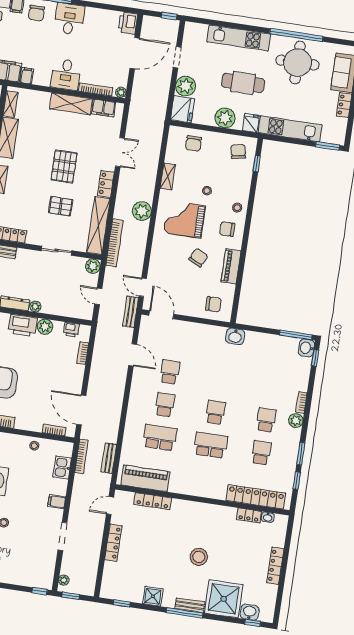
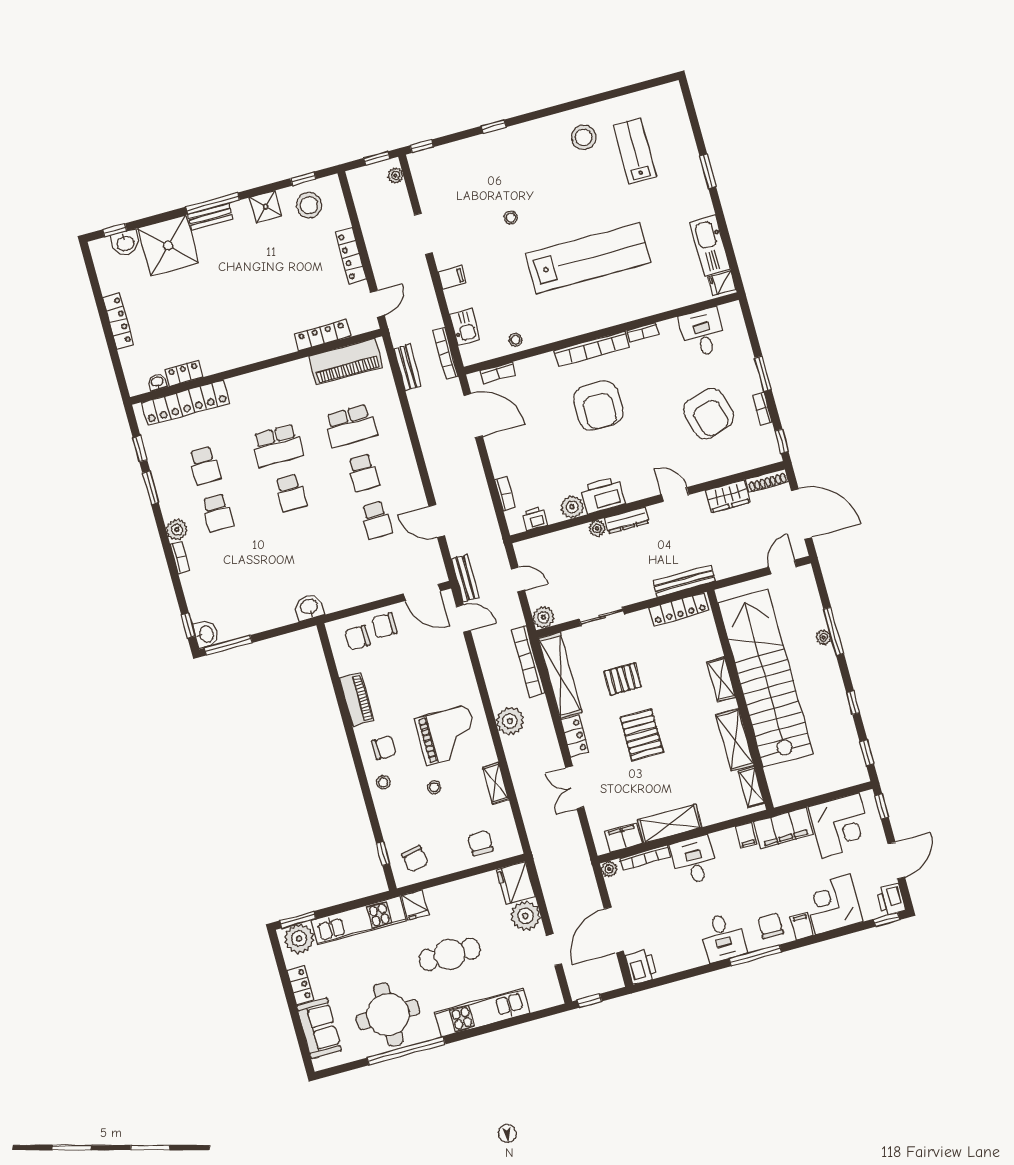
plant: (225, 118) -> (299, 939), moved
chair: (198, 258) -> (384, 625), moved, turned 63
stool: (199, 557) -> (309, 205), moved

